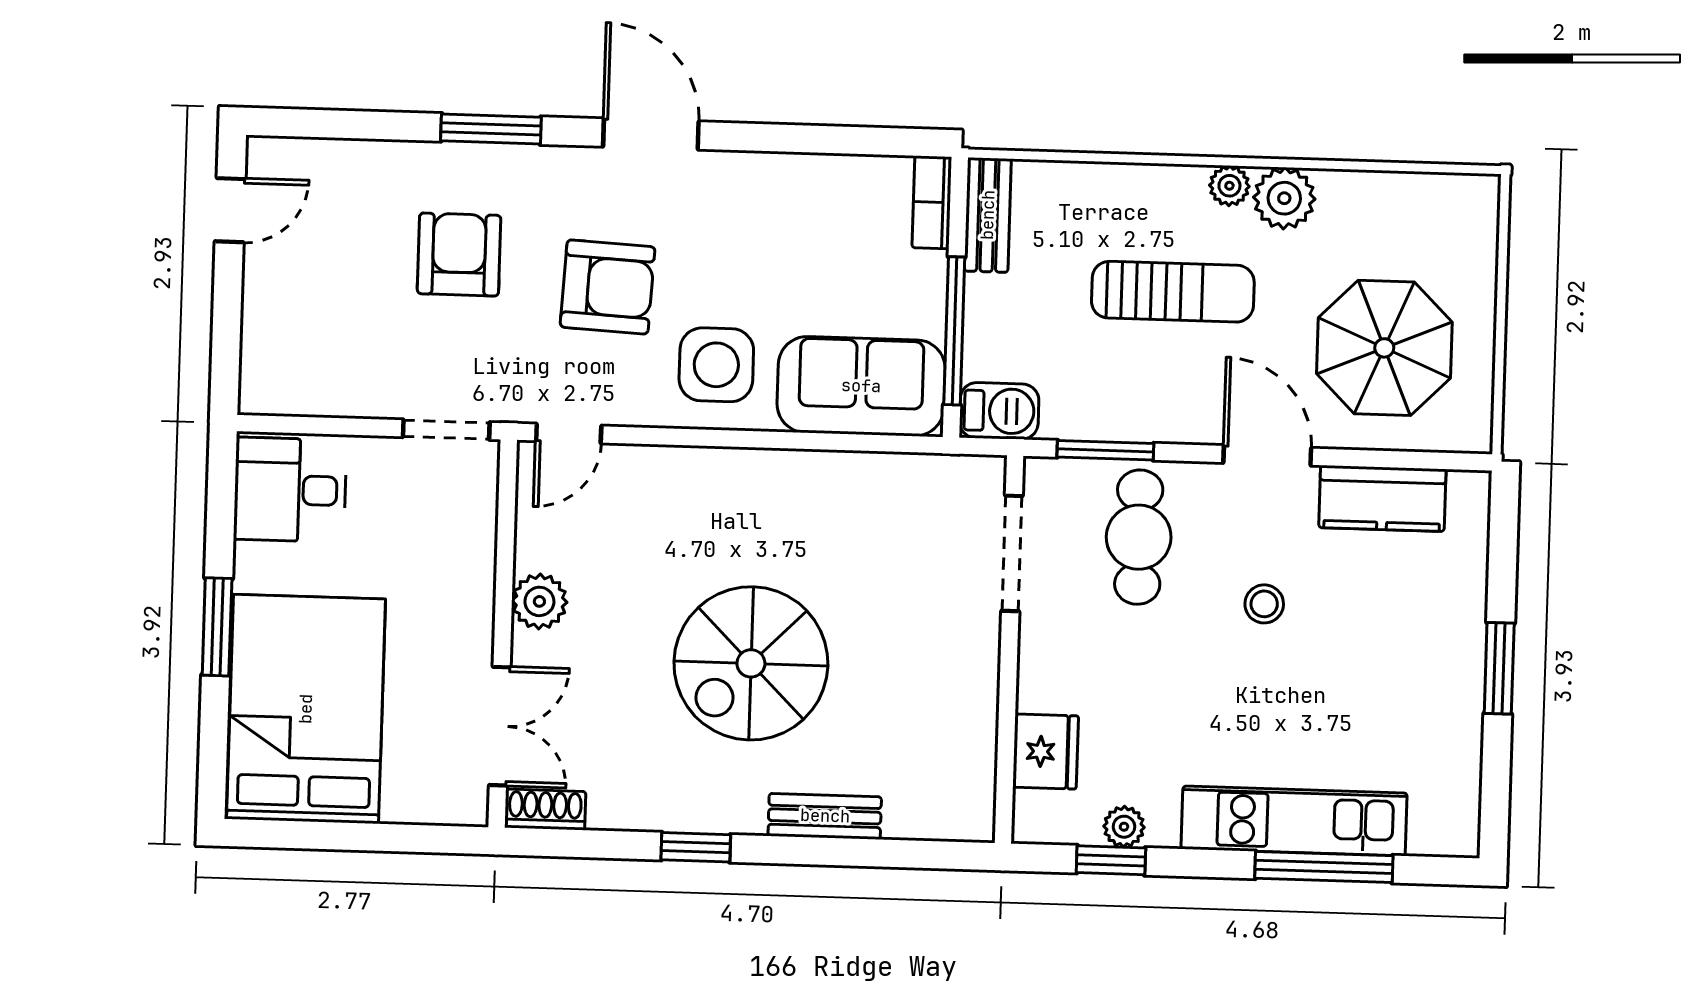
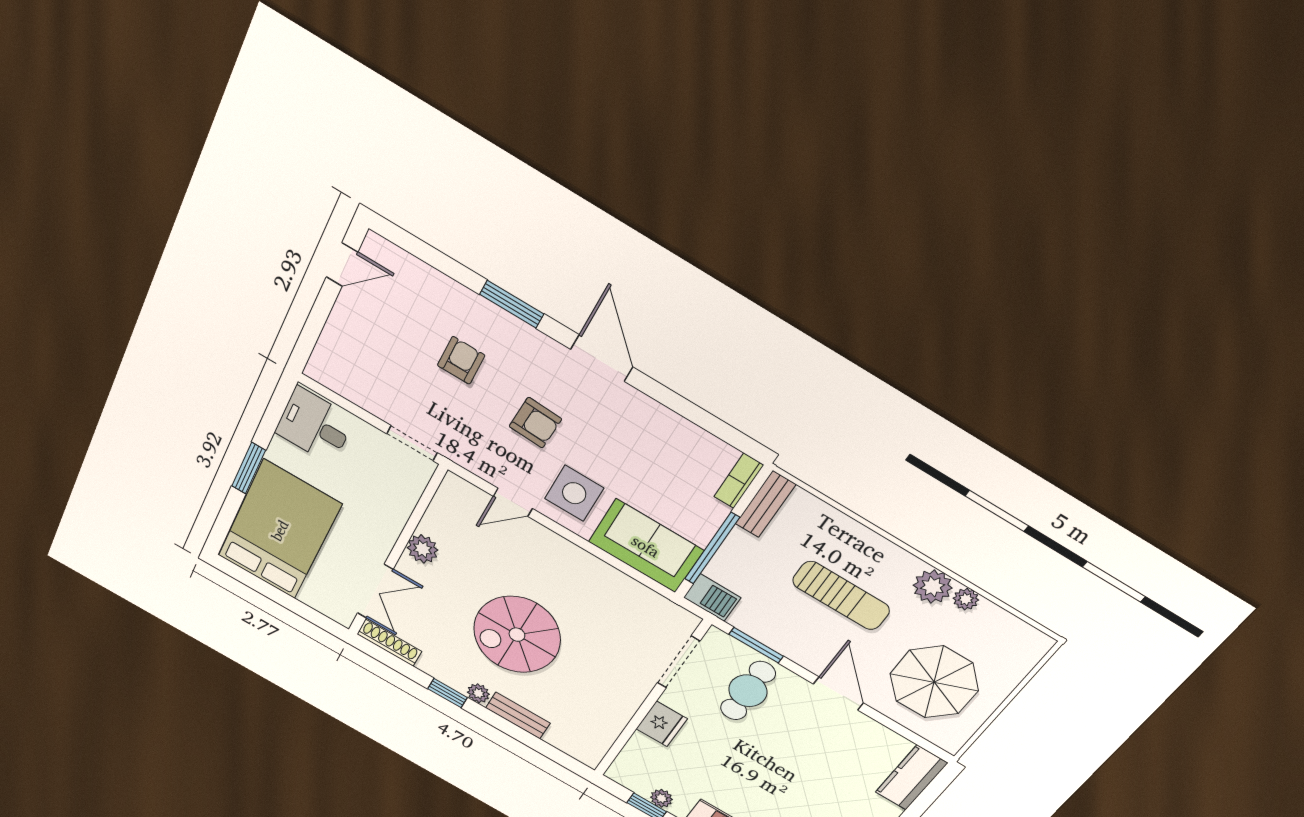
plant: (1229, 186) -> (966, 599), moved
armchair: (459, 254) -> (461, 360), width x0.72, depth x0.72
armchair: (608, 287) -> (535, 423), width x0.72, depth x0.72
door: (569, 433) -> (513, 502), moved
kitchen counter: (1382, 498) -> (911, 778), moved, turned 90
stool: (1264, 604) -> (792, 752), removed
fridge: (1046, 751) -> (662, 724), moved
shoe rack: (545, 810) -> (389, 643), width x1.43
plant: (744, 815) -> (478, 693), added

